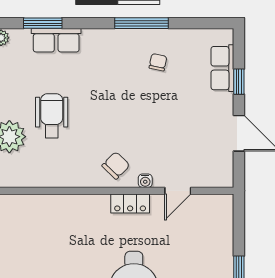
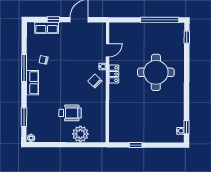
row of seats: (56, 40) -> (33, 83), moved
wheelchair: (52, 116) -> (70, 113), turned 180
door: (178, 191) -> (108, 50), hinge flipped

